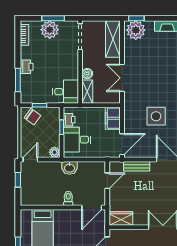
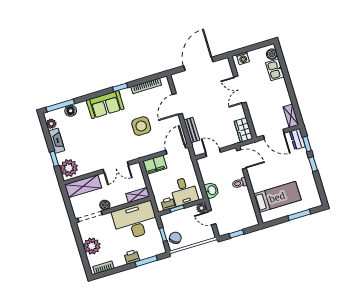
window: (53, 18) -> (81, 246), removed
window: (136, 18) -> (54, 159), moved
boiler: (87, 74) -> (105, 205), moved
desk: (66, 92) -> (135, 221), width x1.87, depth x1.30
door: (122, 144) -> (176, 149), hinge flipped
door: (30, 159) -> (212, 218), moved

